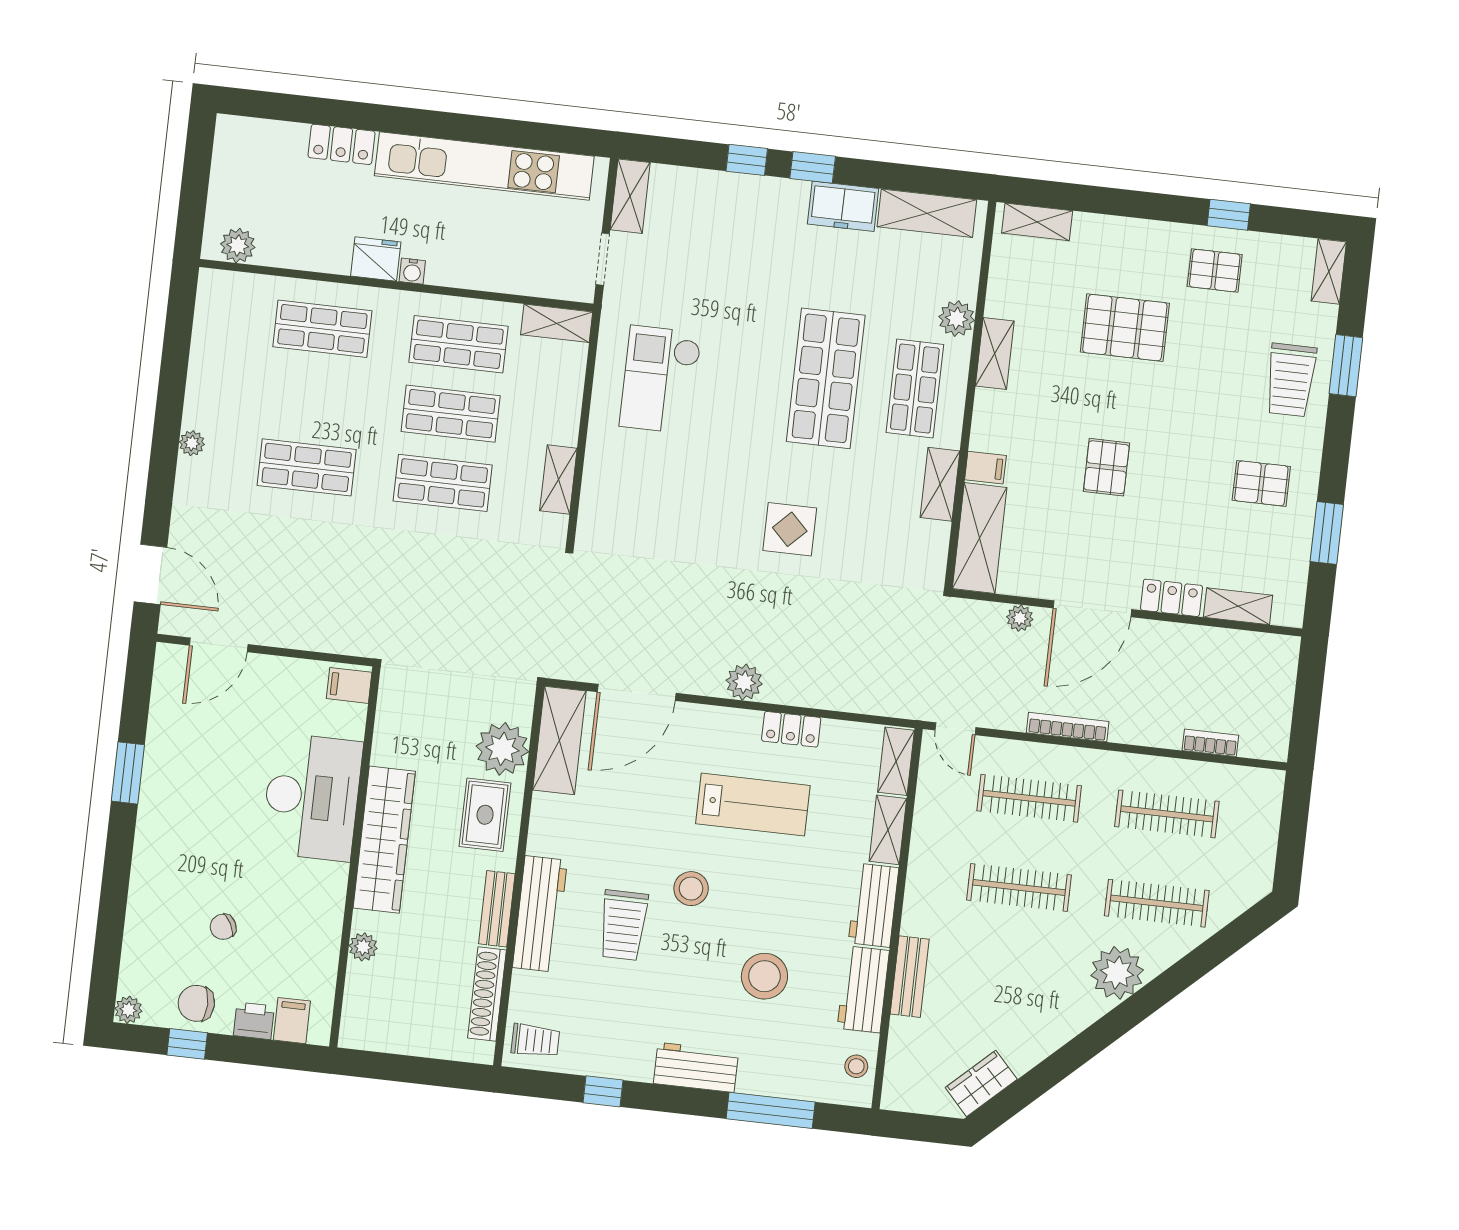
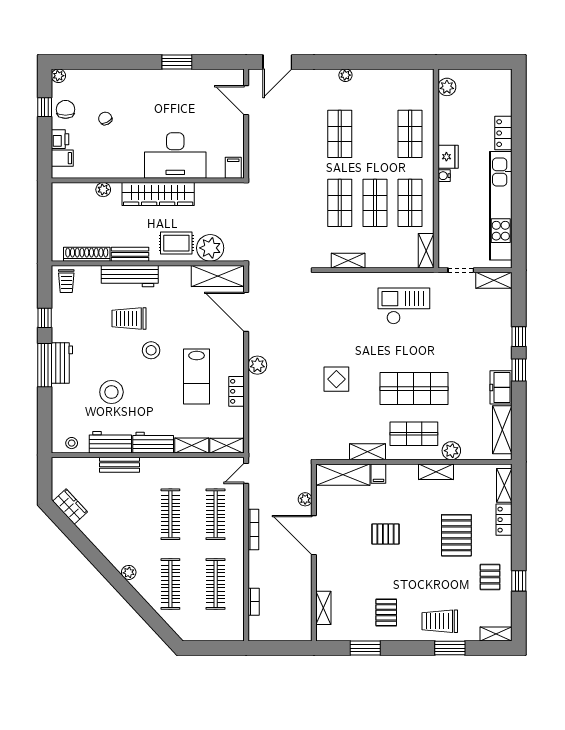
locker: (1171, 598) -> (504, 520), moved, turned 180
plant: (1117, 973) -> (129, 572), width x0.53, depth x0.53
window: (771, 1110) -> (45, 365), moved

